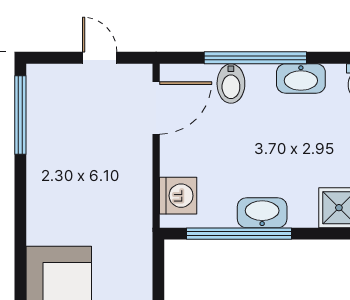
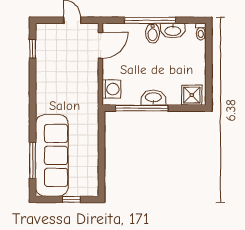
bidet: (231, 84) -> (153, 33), moved
window: (20, 115) -> (33, 49), width x0.46

